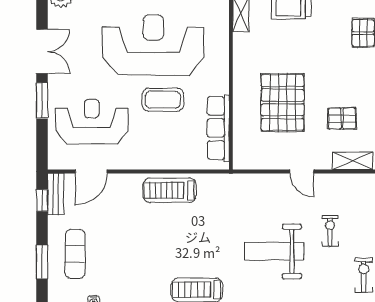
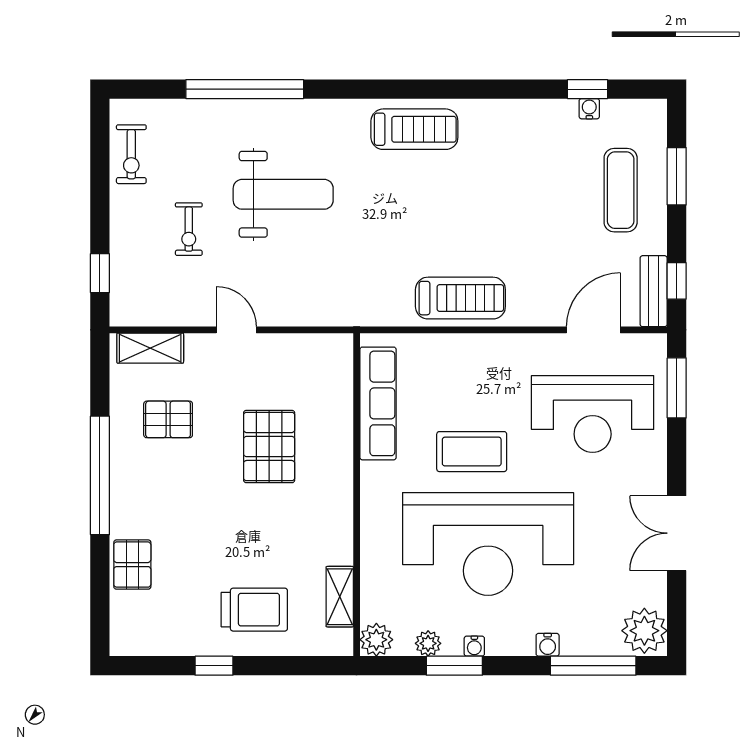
window: (42, 101) -> (677, 388), moved
pallet: (282, 103) -> (269, 447), width x0.73, depth x0.71

